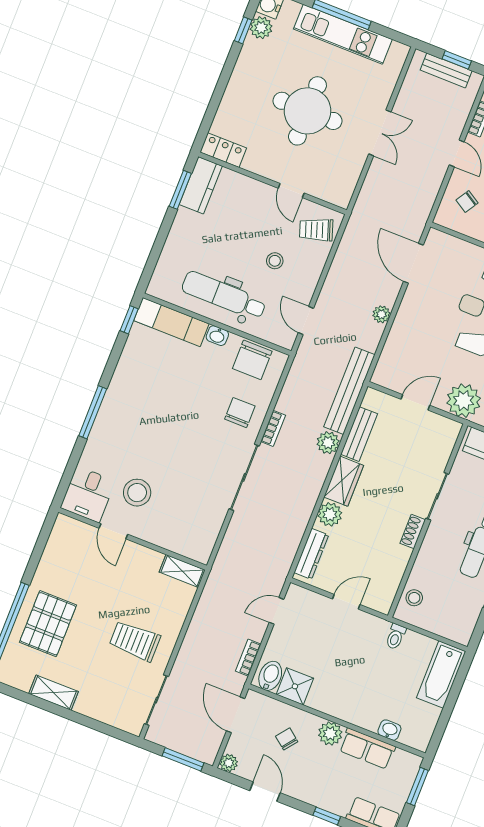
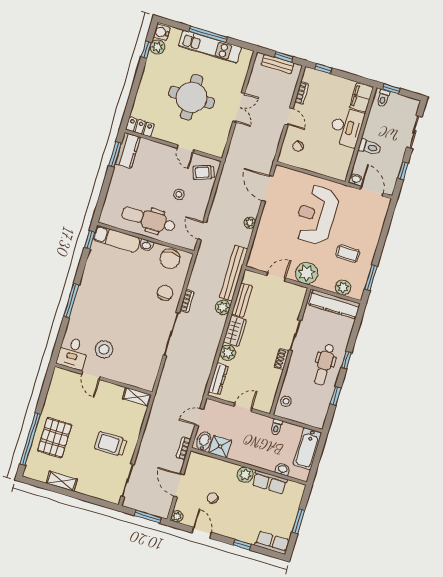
bidet: (270, 676) -> (204, 441), moved
shower: (295, 686) -> (220, 447), moved
wall: (337, 721) -> (249, 466), moved
washbasin: (389, 730) -> (283, 469), moved
plant: (330, 734) -> (245, 475), moved
row of seats: (367, 749) -> (270, 482), moved

